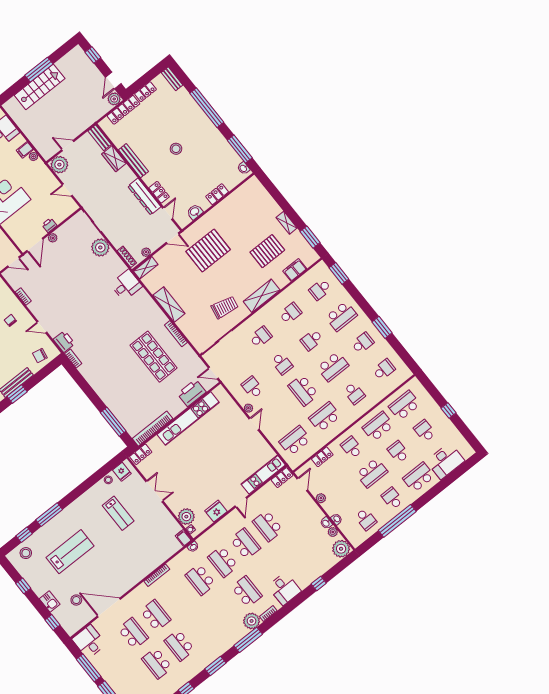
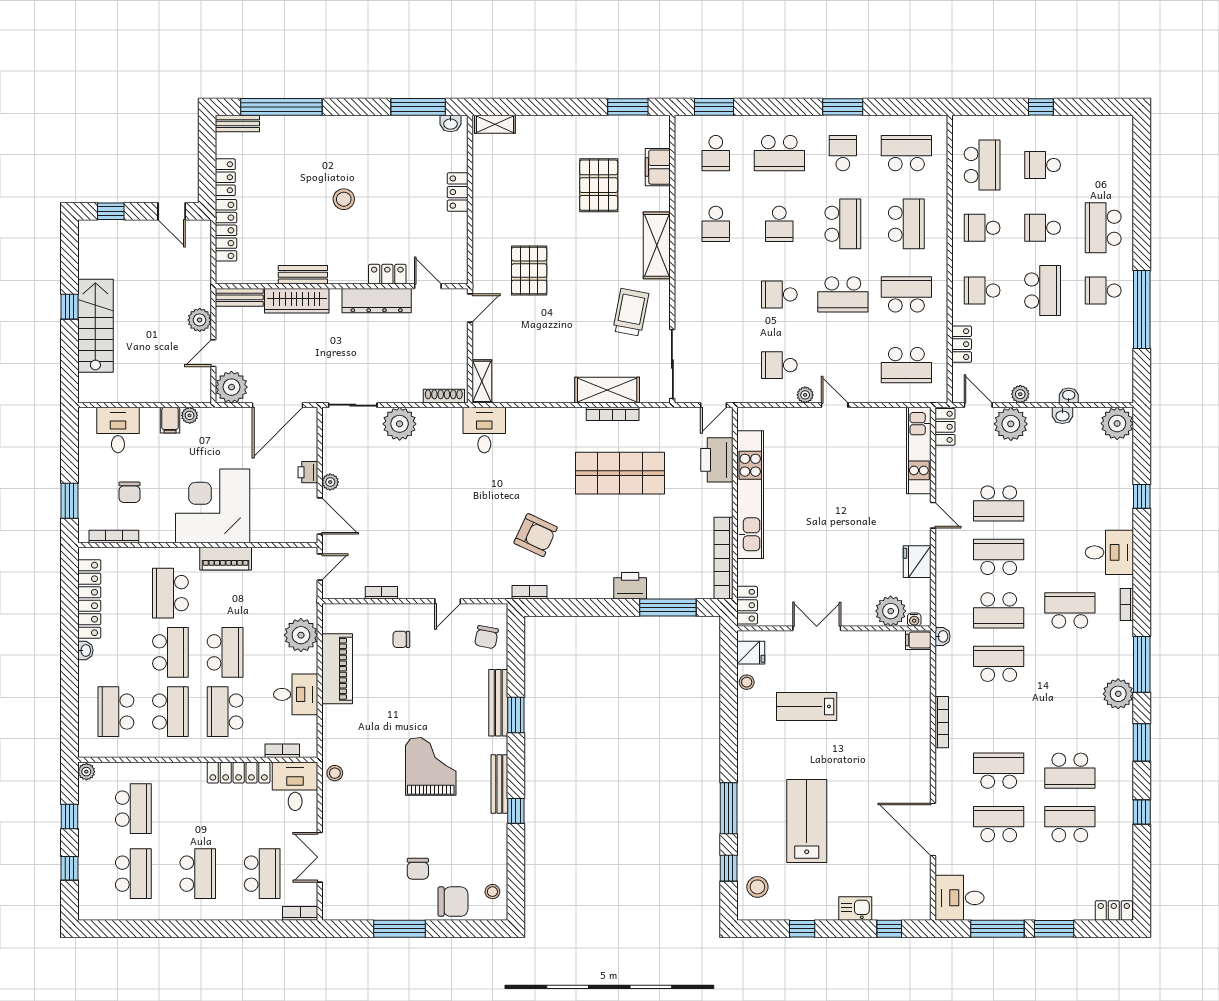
window: (39, 70) -> (69, 307), width x0.46
plant: (114, 99) -> (200, 320), moved
window: (207, 108) -> (281, 107), moved
wardrobe: (114, 159) -> (297, 301), width x1.50
bench: (133, 161) -> (303, 275), width x0.73
door: (67, 190) -> (278, 405), width x1.88
washbasin: (195, 212) -> (457, 245), removed
shelving: (287, 223) -> (495, 124), moved
pallet: (208, 251) -> (529, 271), width x0.73, depth x0.71
plant: (146, 252) -> (459, 363), removed
shelving: (169, 304) -> (607, 390), moved
school desk: (290, 313) -> (716, 224), turned 180
school desk: (341, 316) -> (779, 153), turned 90
school desk: (261, 337) -> (716, 294), removed
printer: (64, 342) -> (630, 586), moved
armchair: (99, 342) -> (536, 535), added
school desk: (282, 364) -> (779, 294), turned 180
school desk: (384, 370) -> (906, 153), width x1.85
school desk: (354, 393) -> (906, 224), width x1.85
school desk: (404, 405) -> (982, 165), turned 180
school desk: (325, 417) -> (906, 294), turned 90
school desk: (378, 426) -> (982, 228), width x0.54
school desk: (295, 441) -> (906, 365), turned -90
desk: (445, 461) -> (1111, 170), removed
lab bench: (118, 513) -> (807, 706), turned 180
school desk: (366, 519) -> (1103, 353), removed
plant: (333, 532) -> (1011, 424), moved, width x1.88, depth x1.88
school desk: (200, 580) -> (999, 664), turned 180
stool: (76, 600) -> (884, 868), removed
door: (109, 608) -> (933, 829), hinge flipped
plant: (252, 621) -> (1118, 694), moved
school desk: (157, 663) -> (1070, 824), turned 180

